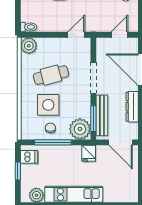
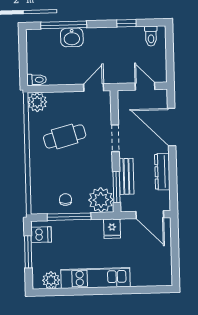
door: (119, 35) -> (145, 86), hinge flipped
doorway: (93, 78) -> (115, 138), width x0.73
side table: (48, 105) -> (62, 172), removed
bench: (102, 115) -> (126, 176), width x0.73
window: (18, 171) -> (28, 252), width x1.50

